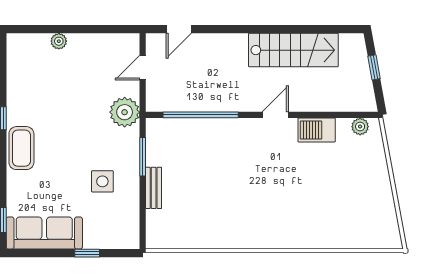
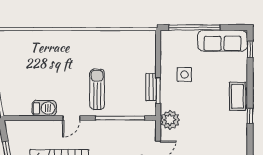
plant: (360, 127) -> (16, 110), removed
sun lounger: (236, 159) -> (97, 89), added
bench: (154, 188) -> (151, 87), moved
window: (87, 253) -> (194, 28), width x3.17

